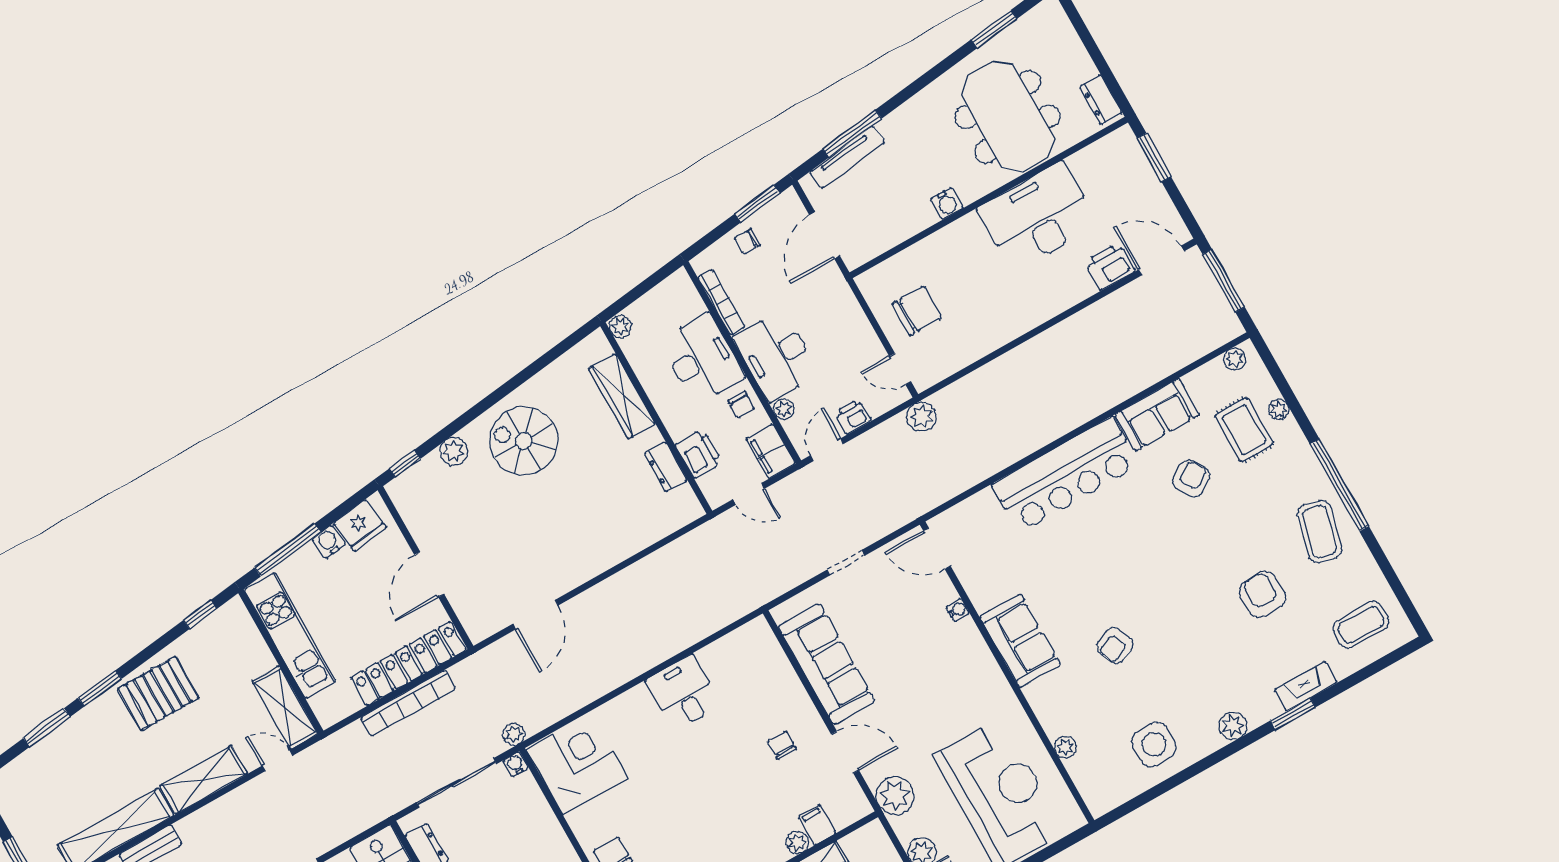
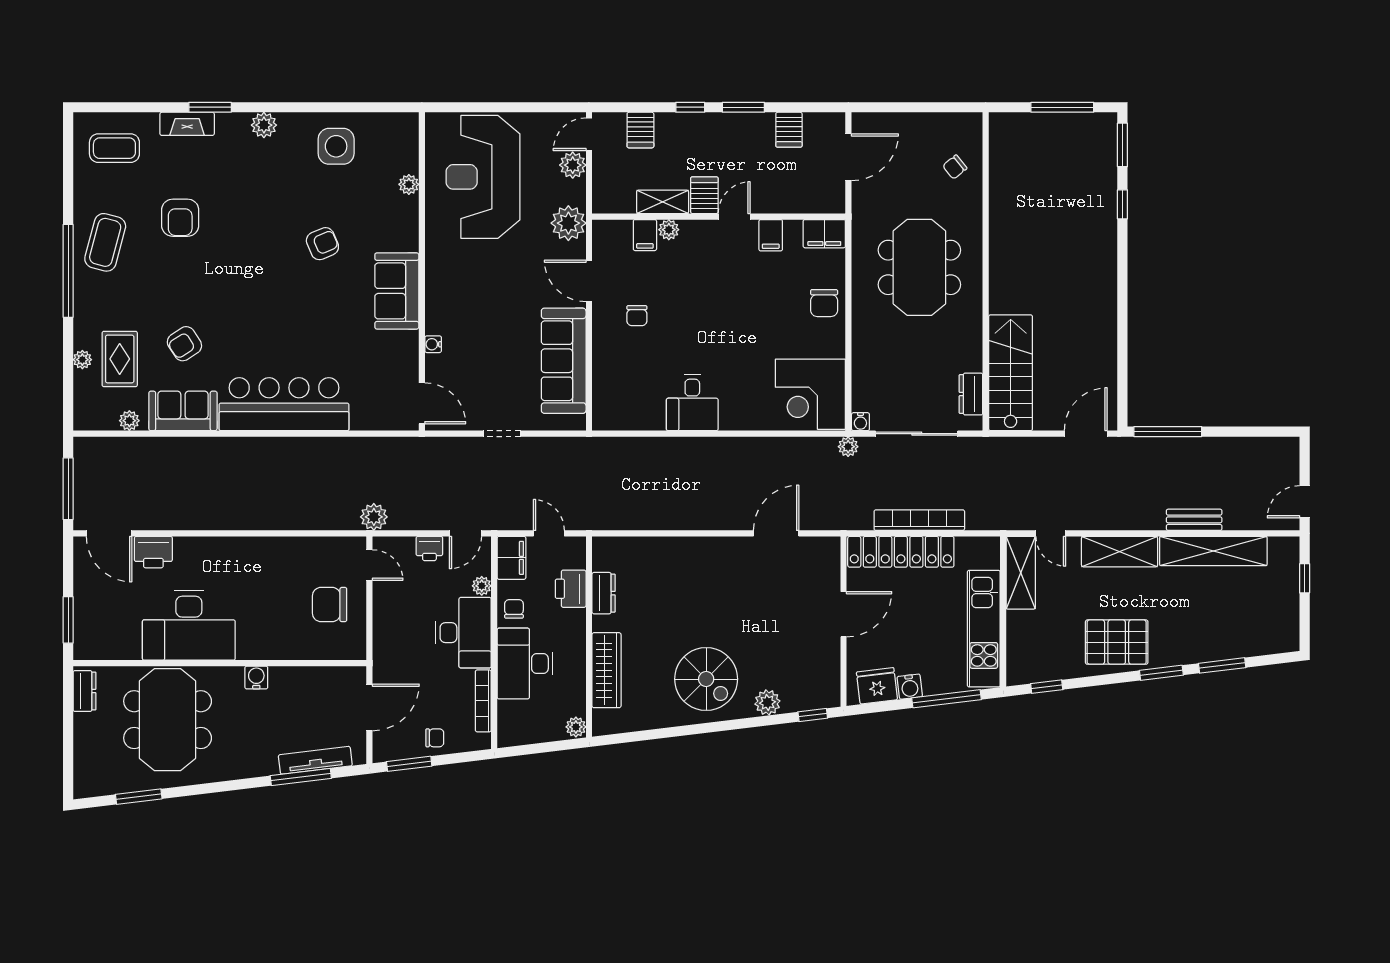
plant: (1235, 359) -> (129, 421), moved

